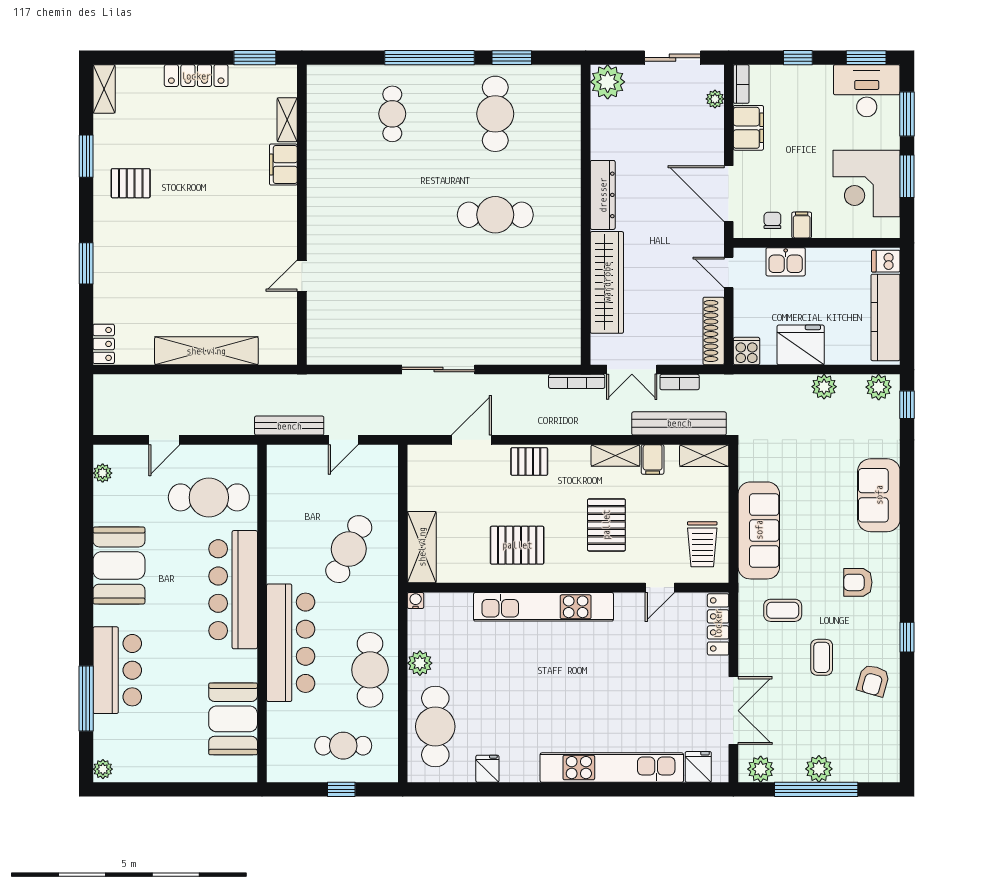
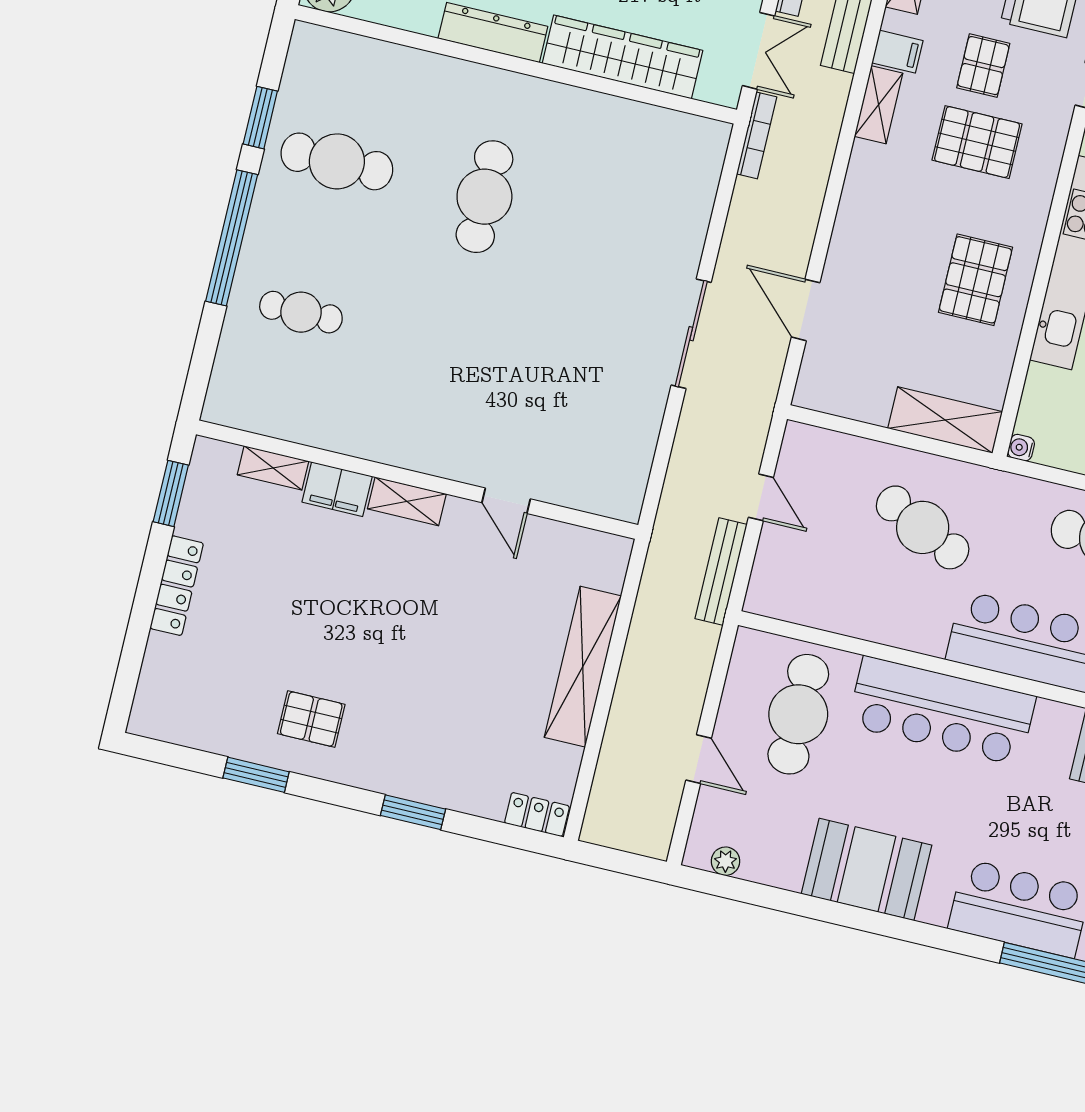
shelving: (104, 89) -> (407, 501), moved
pallet: (131, 183) -> (311, 719), turned 90
pallet: (529, 461) -> (983, 66), moved

